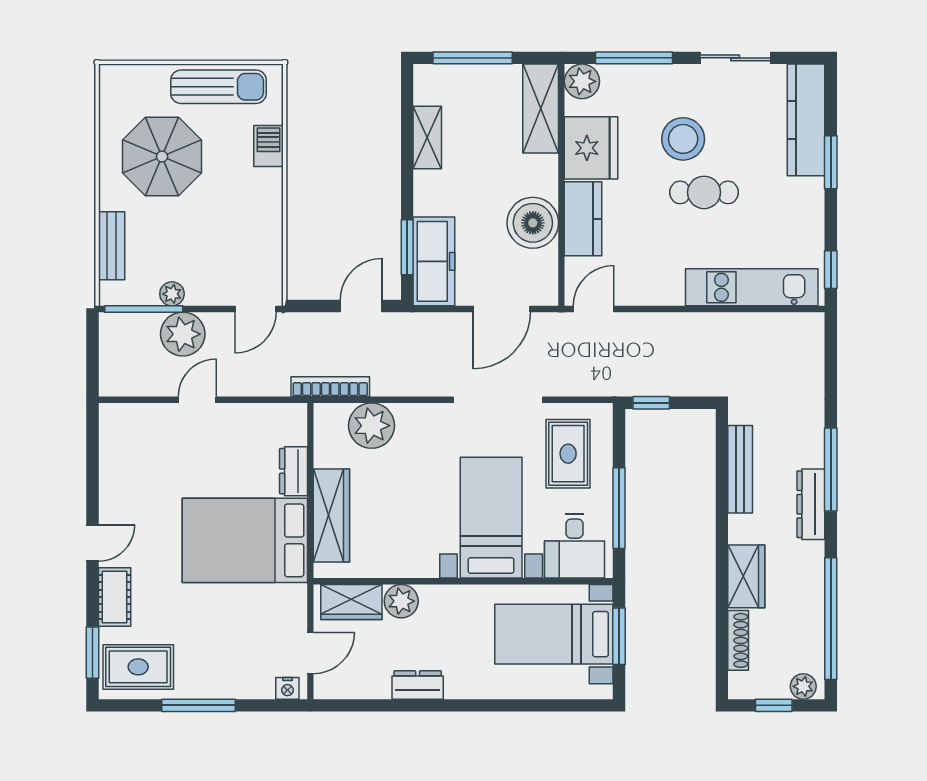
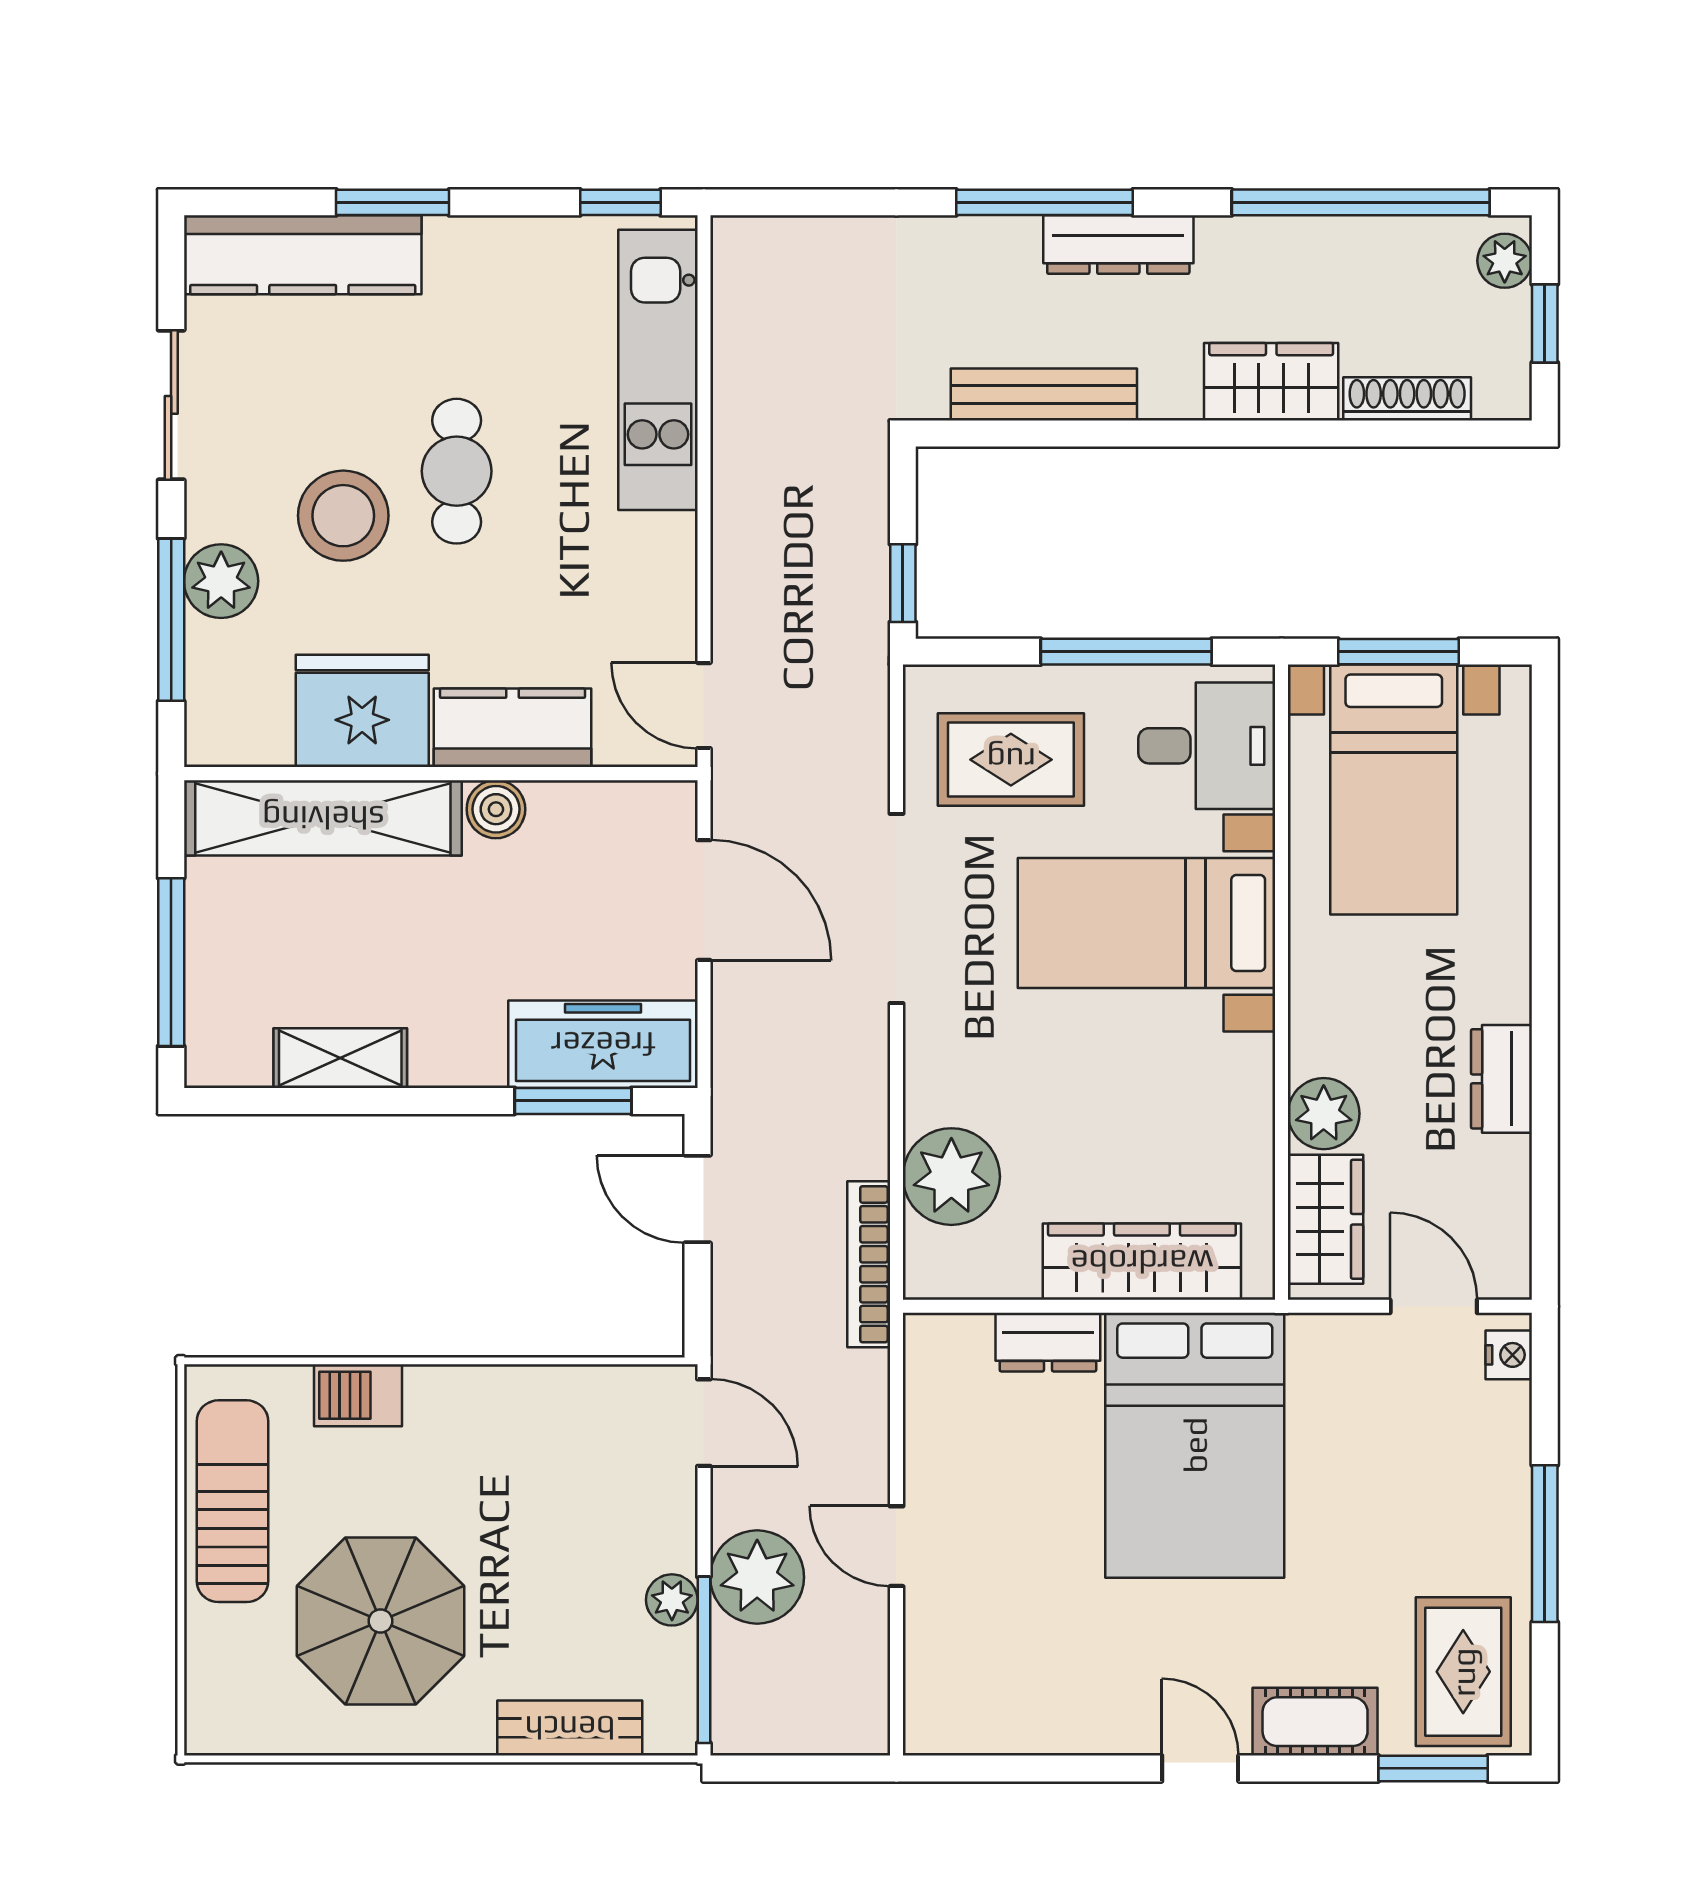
plant: (582, 81) -> (221, 581), moved
shelving: (541, 109) -> (323, 818), width x1.47
boiler: (533, 223) -> (496, 809), width x0.54, depth x0.54

